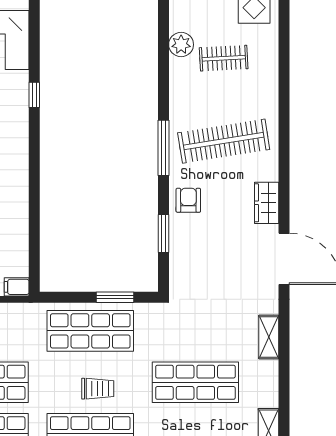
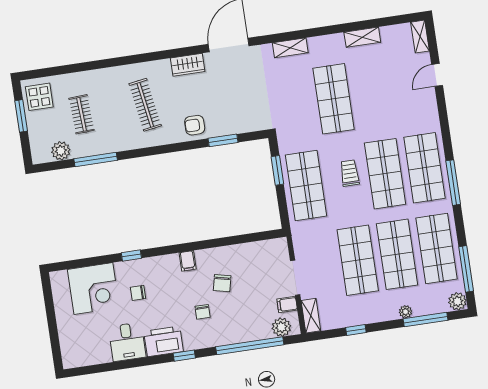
plant: (181, 45) -> (61, 151), moved
clothes rail: (224, 141) -> (145, 105), width x0.73, depth x0.76
window: (163, 148) -> (96, 159), moved
filing cabinet: (17, 287) -> (188, 261), moved

